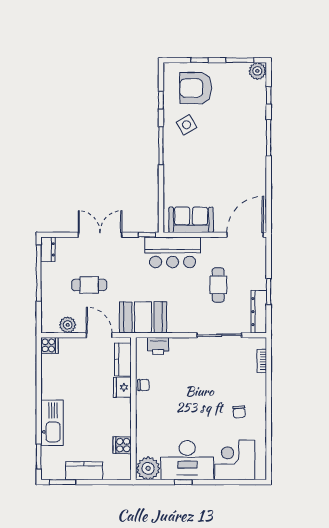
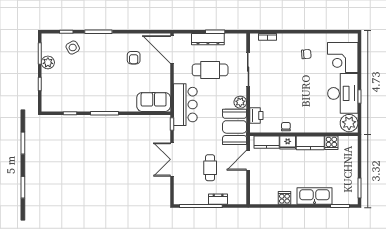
plant: (257, 71) -> (48, 62), moved
armchair: (196, 88) -> (134, 58), moved, width x0.53, depth x0.53
side table: (187, 125) -> (73, 48), moved
sofa: (191, 220) -> (154, 102), moved, turned 90
dresser: (48, 249) -> (218, 199), moved
cafe table: (218, 285) -> (210, 70), width x1.37, depth x1.35
dresser: (259, 312) -> (208, 39), moved
plant: (68, 325) -> (240, 102), moved
cooker: (49, 345) -> (284, 198), moved
kitchen counter: (84, 471) -> (310, 143), moved, turned -90

